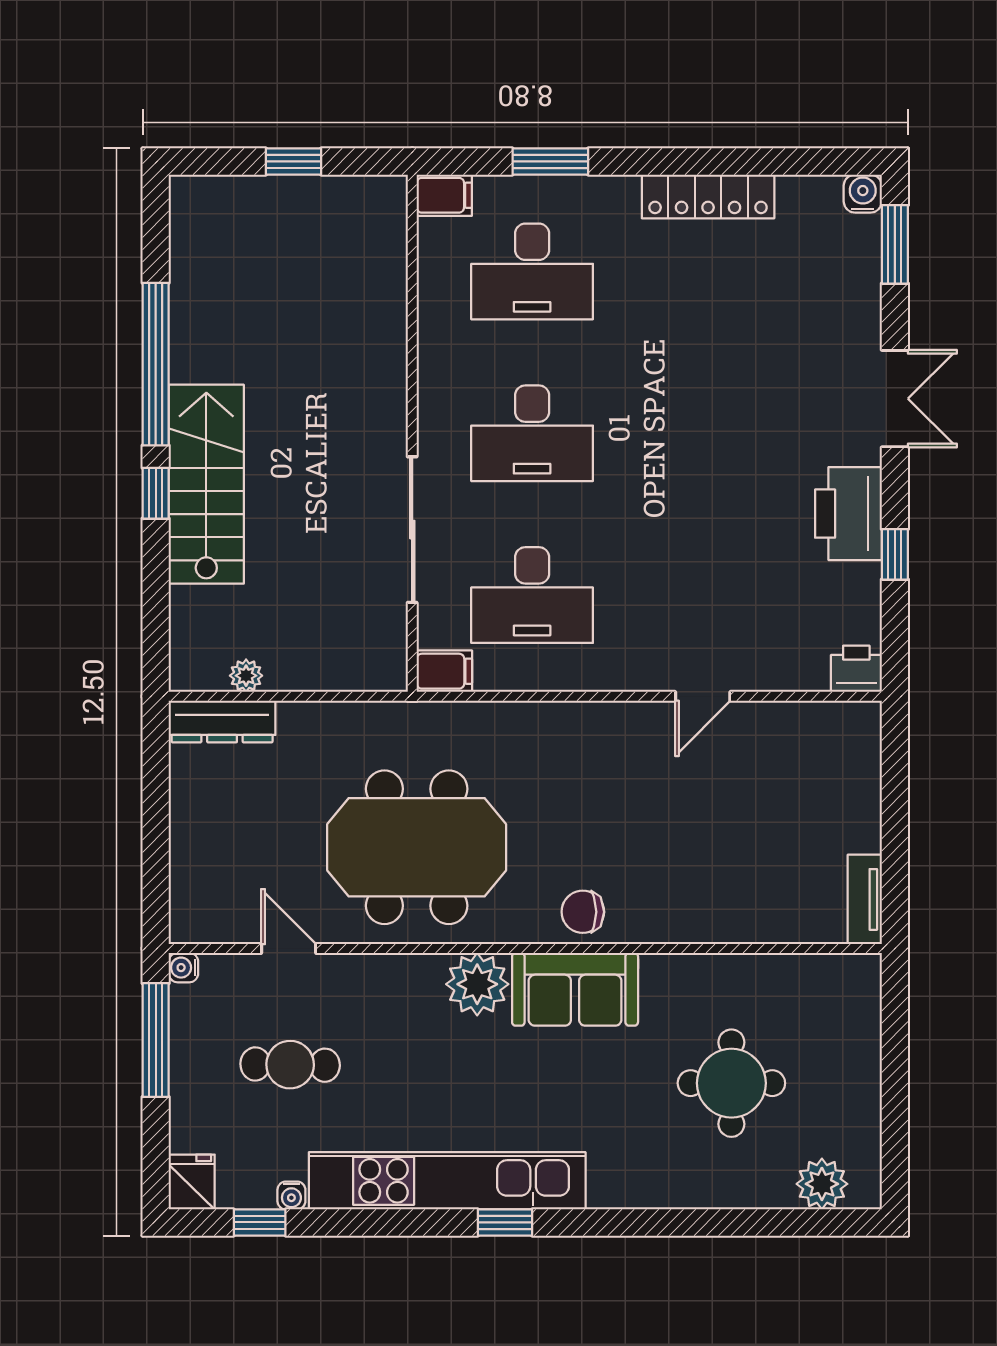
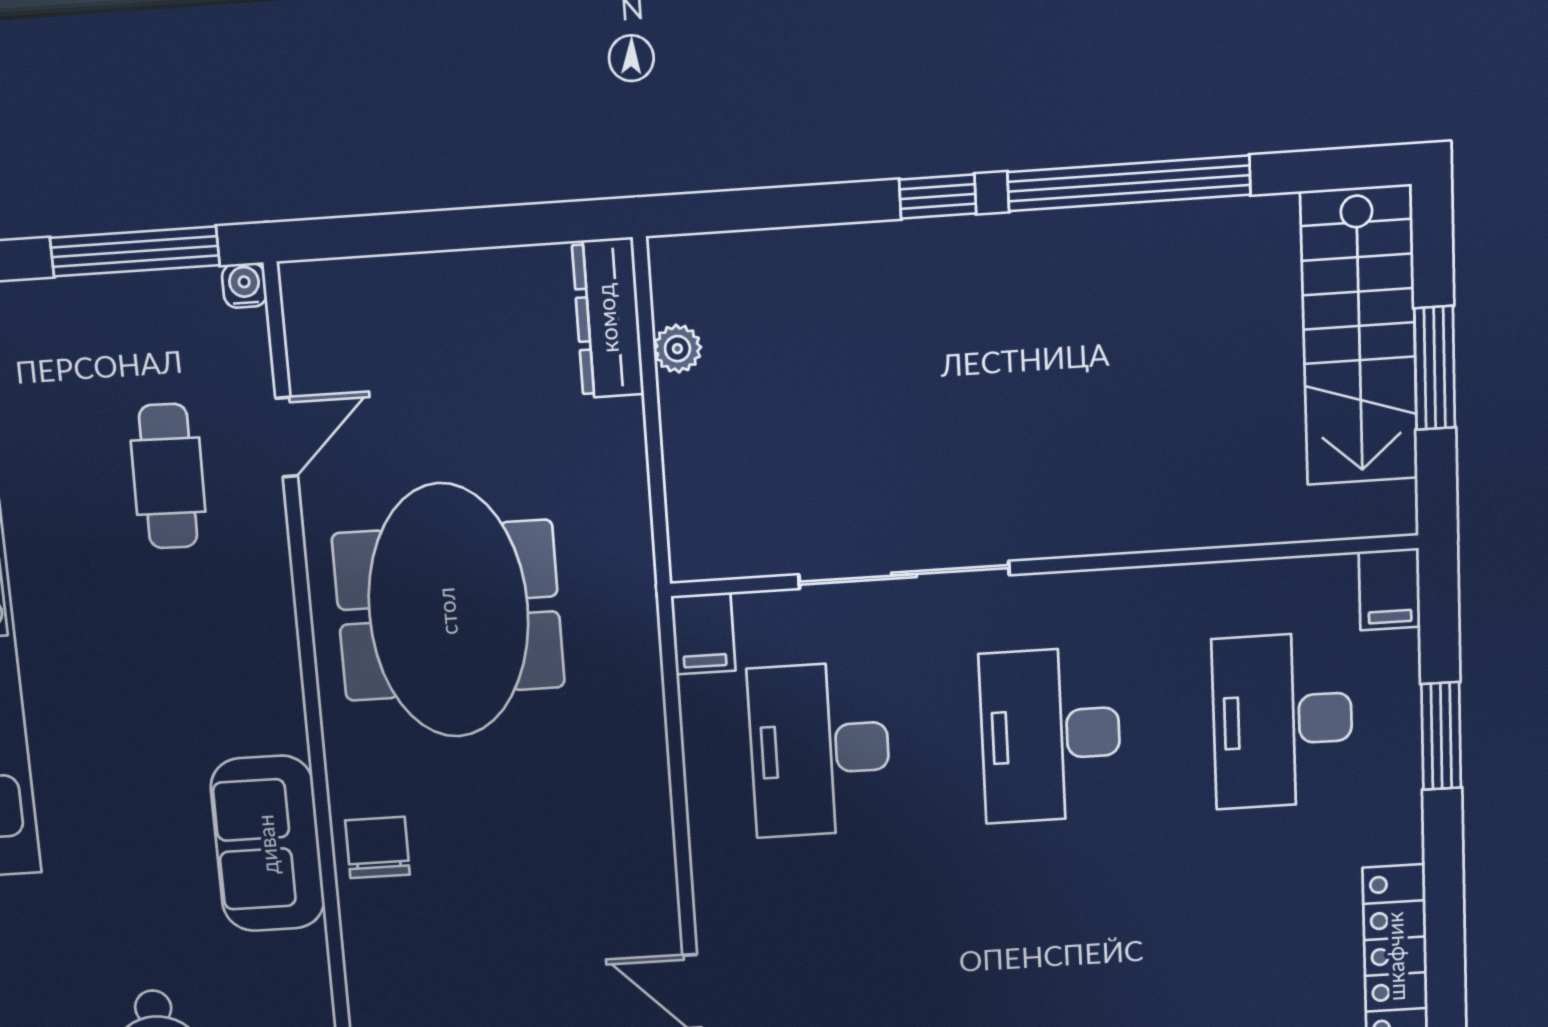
window: (294, 161) -> (1435, 368), width x1.50
stairs: (206, 484) -> (1359, 336), moved, turned 90
plant: (477, 984) -> (262, 708), removed
cafe table: (290, 1065) -> (168, 476), moved

